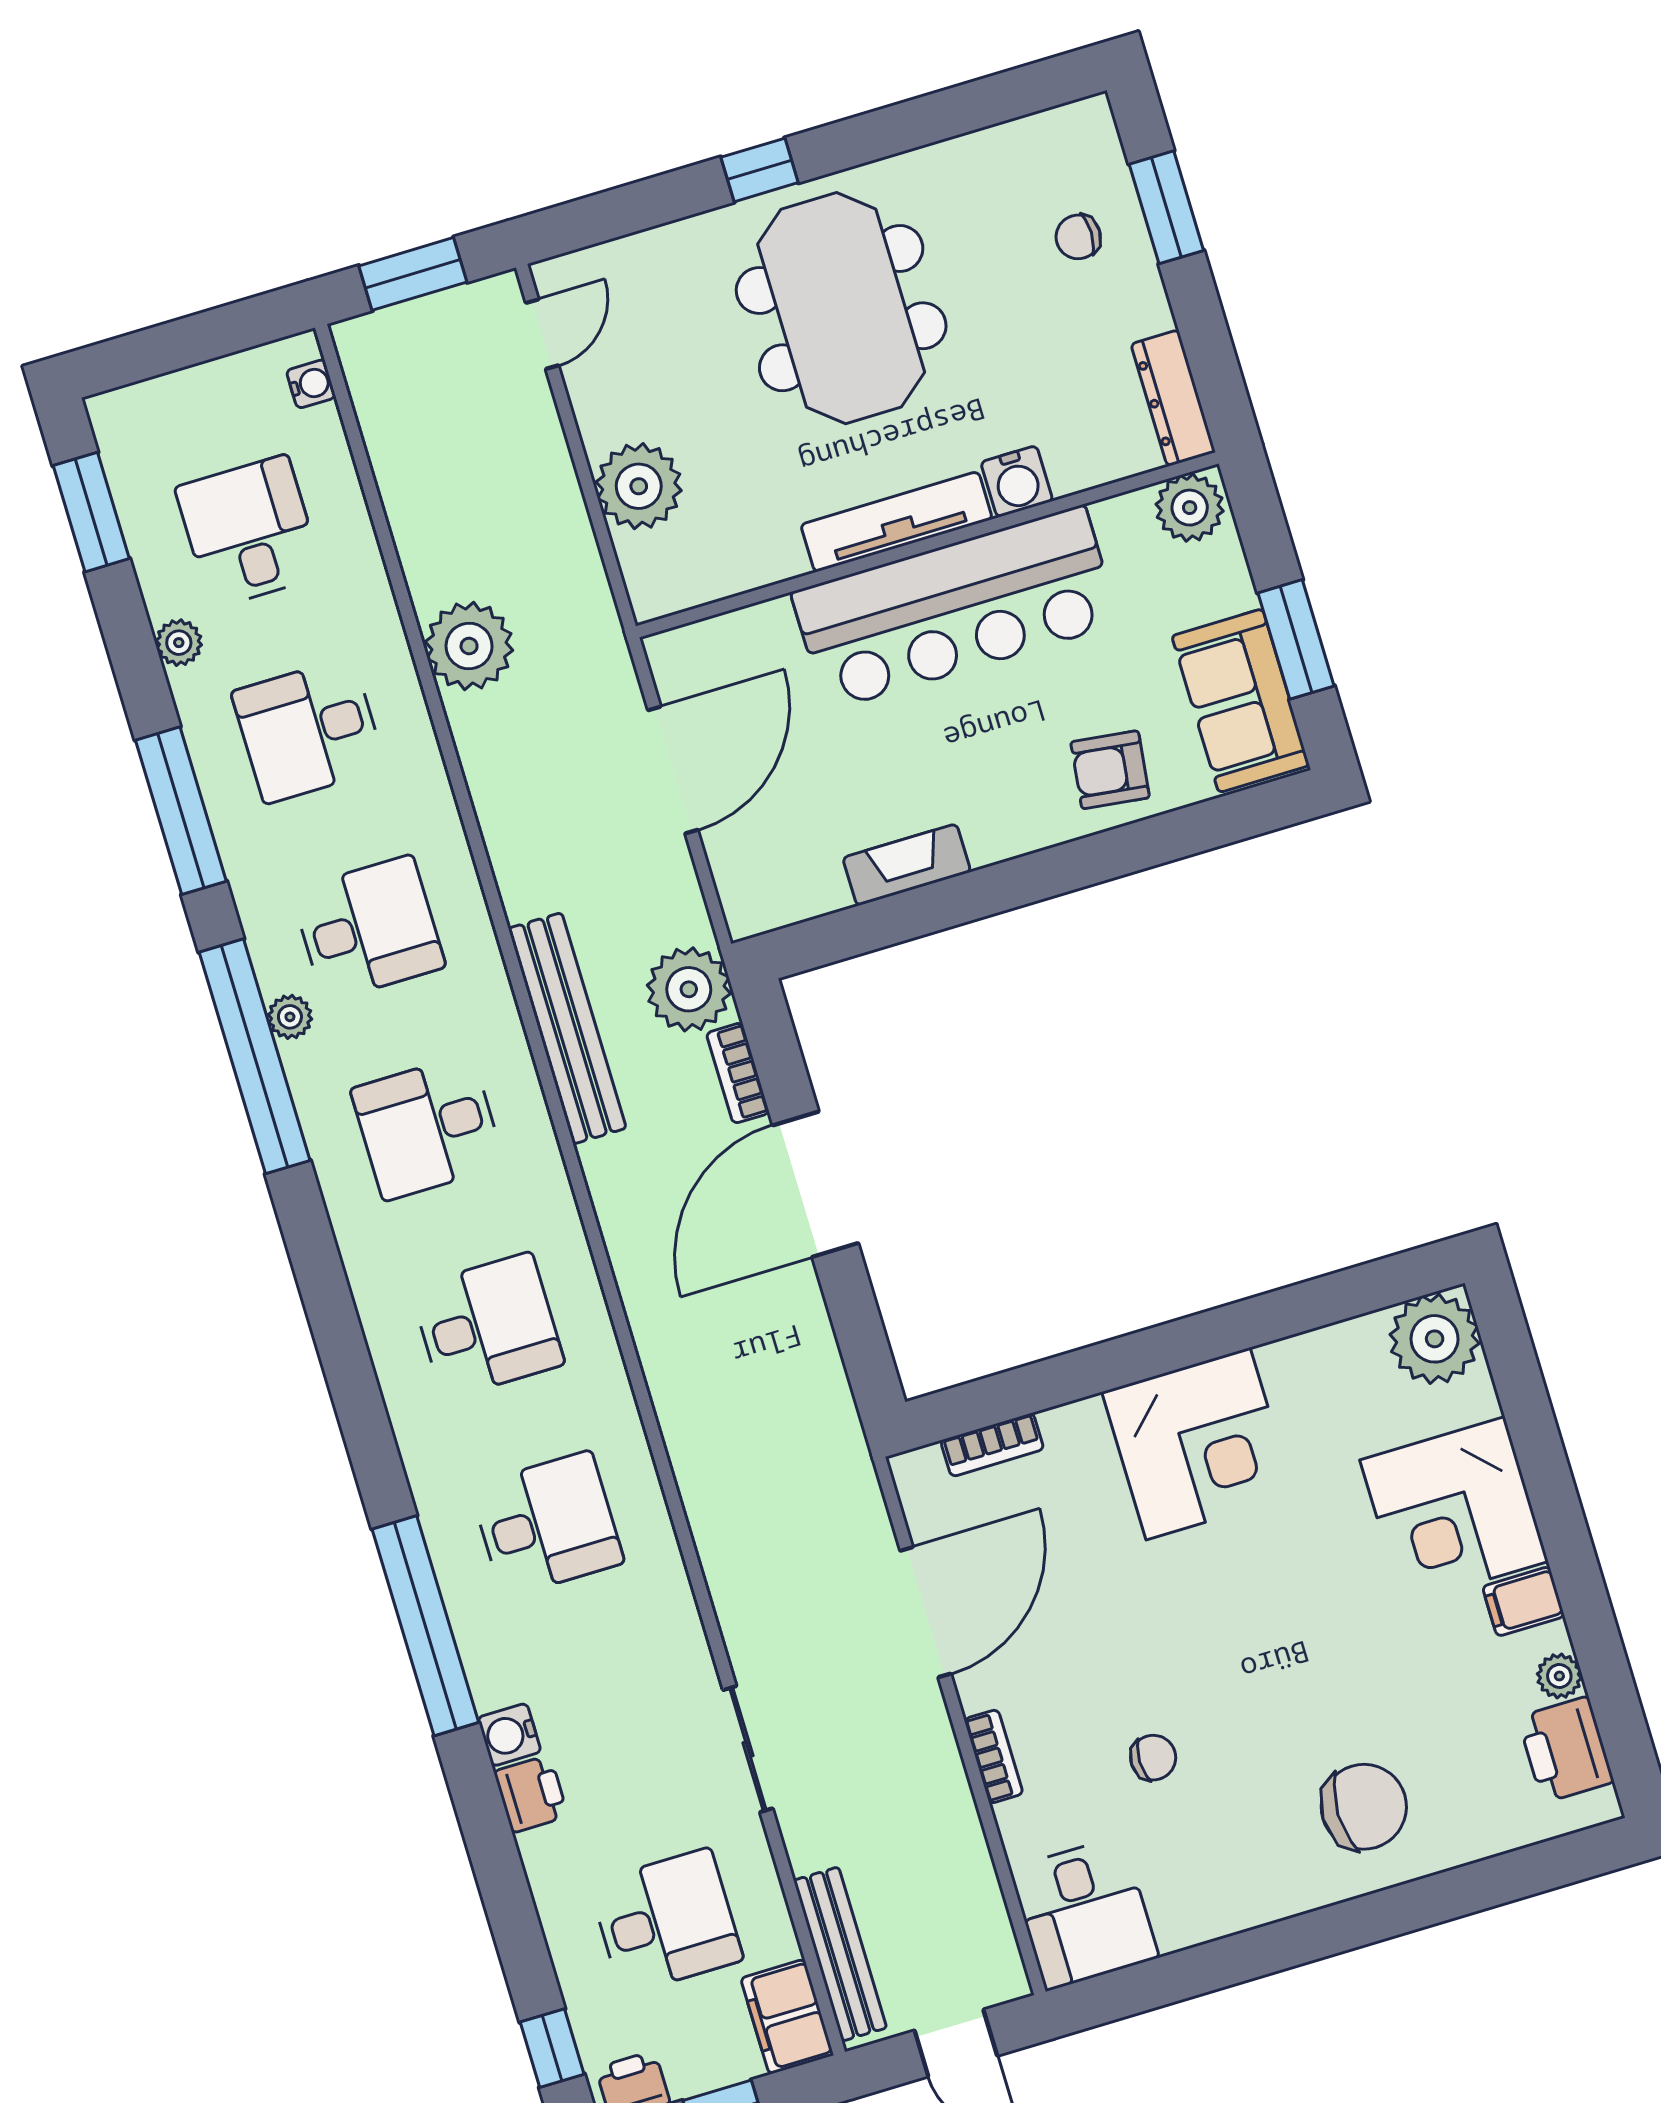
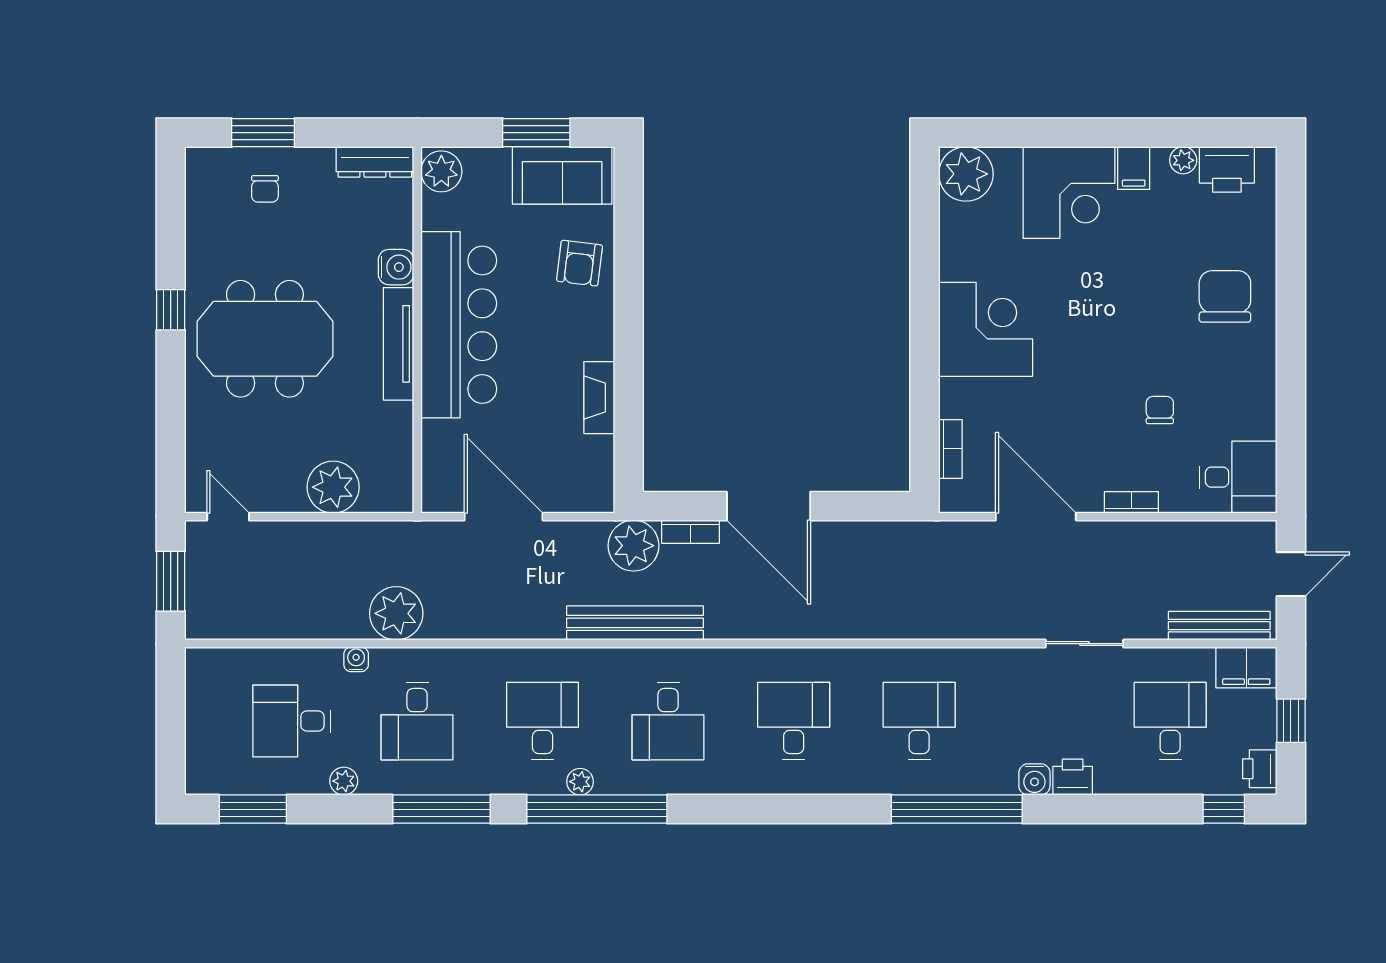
window: (760, 170) -> (171, 310), moved
water cooler: (311, 384) -> (356, 659), moved

